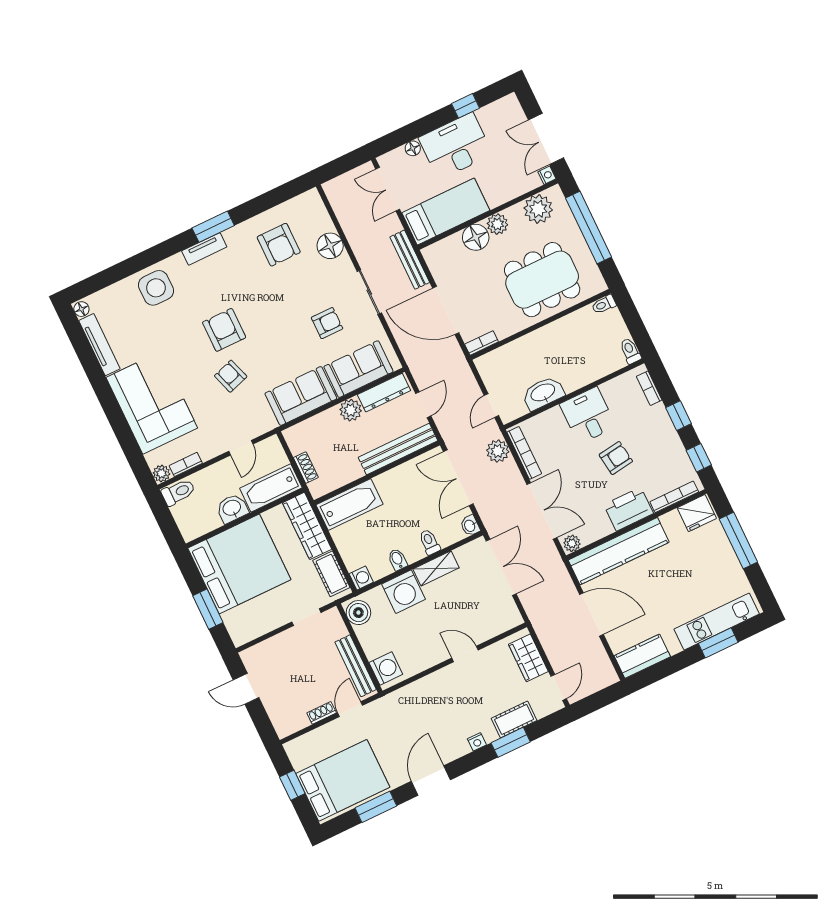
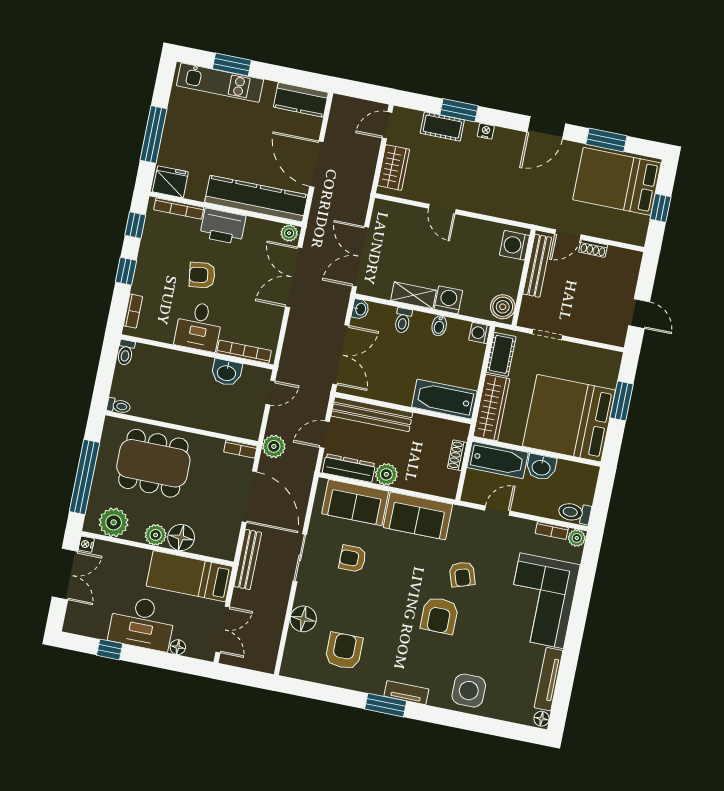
washbasin: (543, 393) -> (227, 373), width x0.72
plant: (498, 451) -> (274, 446), moved
bookcase: (524, 453) -> (244, 352), moved, turned 90
washing machine: (404, 592) -> (448, 300), width x0.73, depth x0.73

